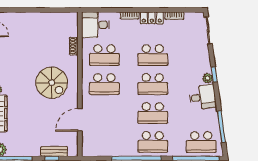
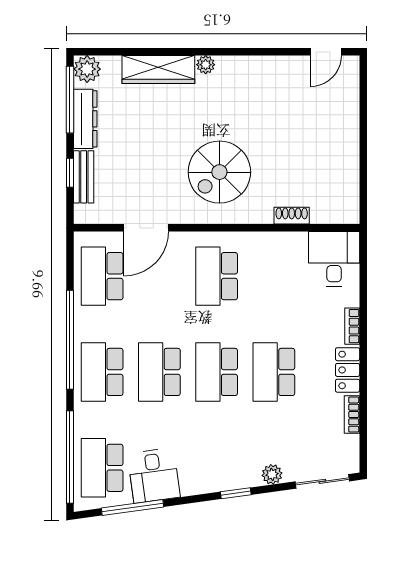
school desk: (104, 55) -> (102, 276), moved
plant: (208, 78) -> (272, 474), moved
desk: (203, 97) -> (154, 475), moved
door: (80, 120) -> (146, 228), swing flipped
dresser: (25, 151) -> (85, 119), added

